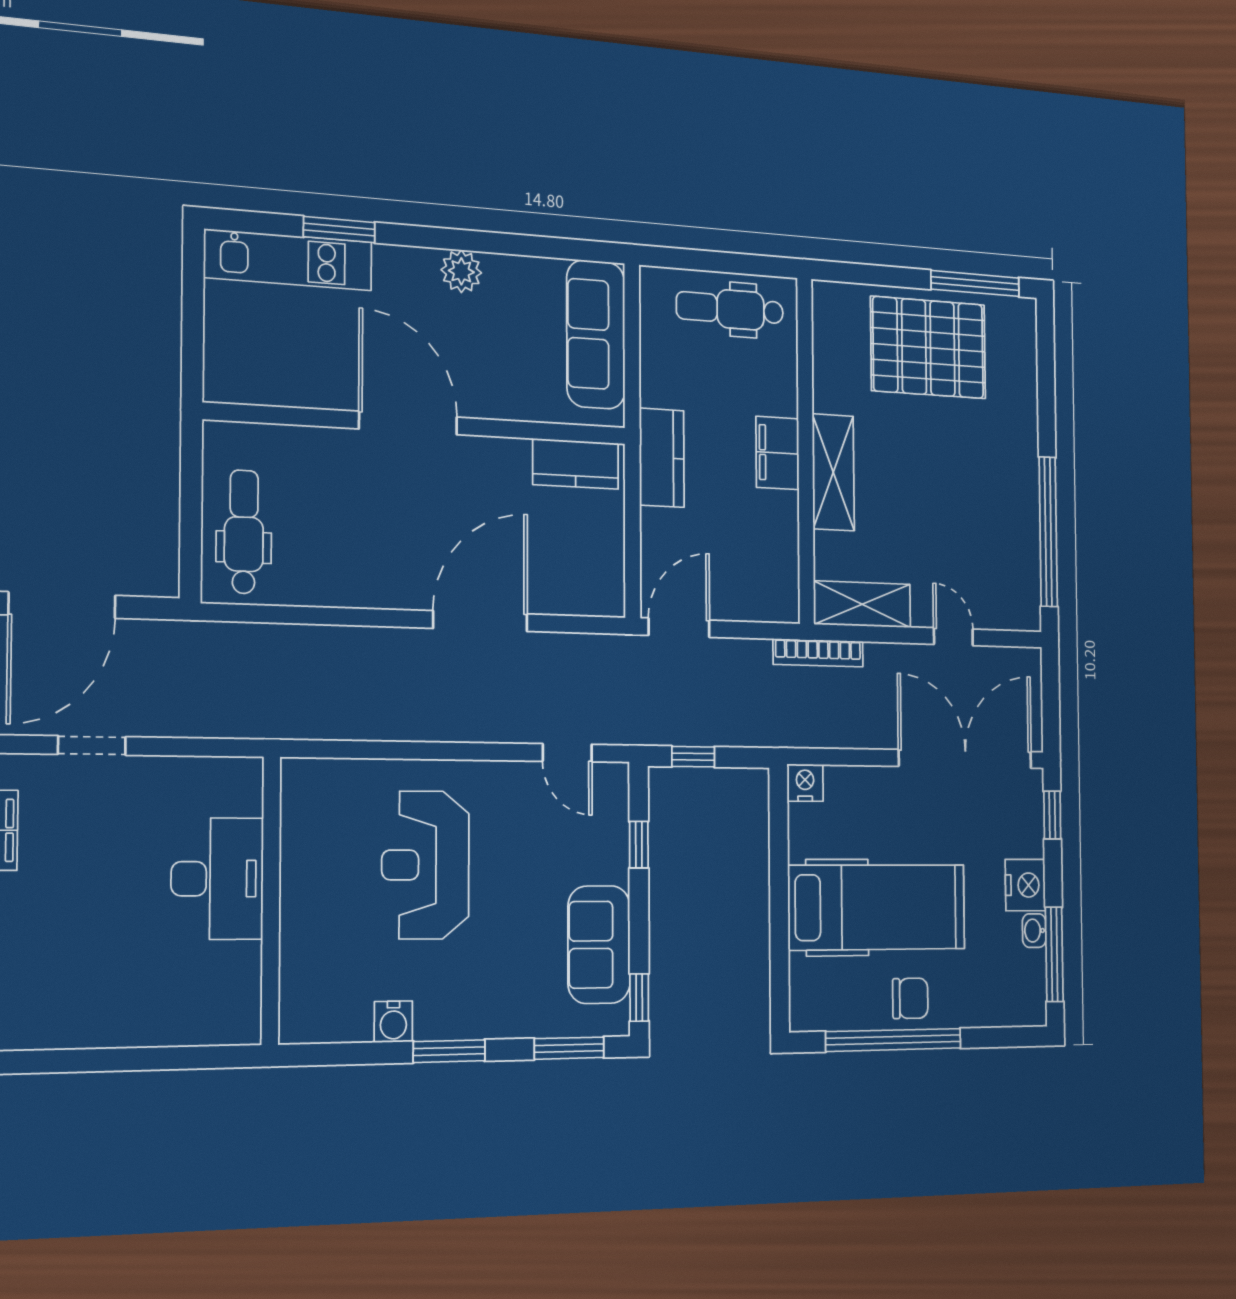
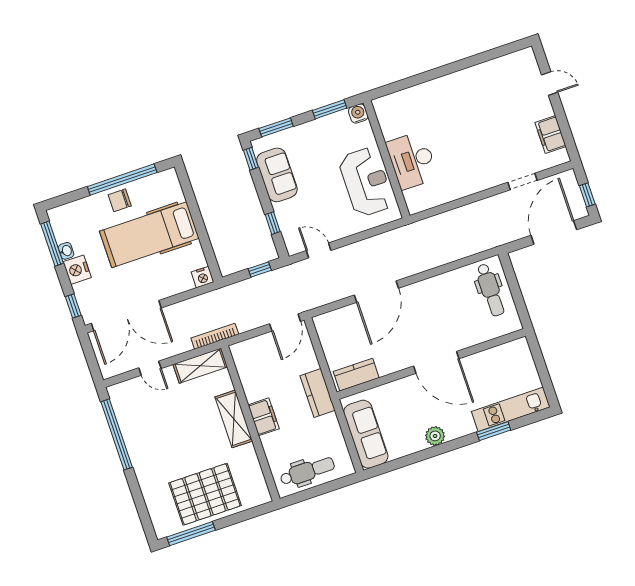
desk: (217, 879) -> (412, 160), moved
wall: (271, 900) -> (387, 159), moved

